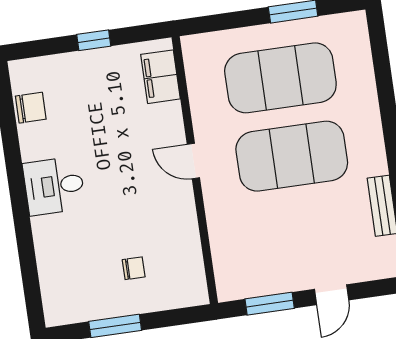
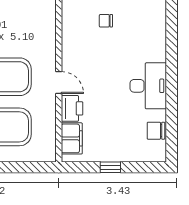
printer: (167, 124) -> (72, 108), added
desk: (54, 186) -> (148, 86), width x1.37

